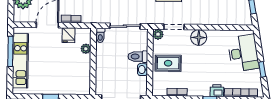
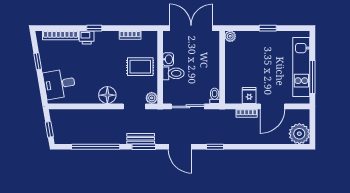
plant: (86, 49) -> (230, 36), moved
desk: (243, 53) -> (59, 84), width x0.73

